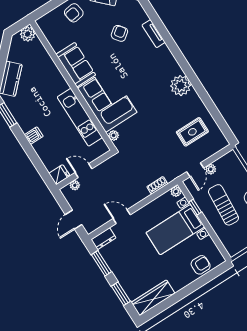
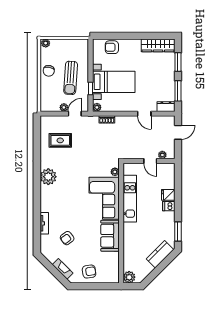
fridge: (59, 175) -> (168, 195), moved

